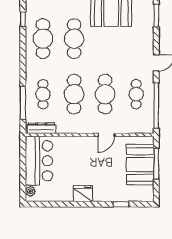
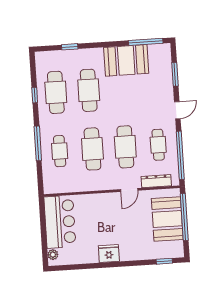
window: (156, 16) -> (175, 74), moved
window: (23, 19) -> (35, 95), moved
window: (23, 103) -> (38, 143), moved
dresser: (41, 128) -> (156, 181), moved
window: (156, 164) -> (184, 217), width x1.46
window: (121, 204) -> (164, 261), moved

